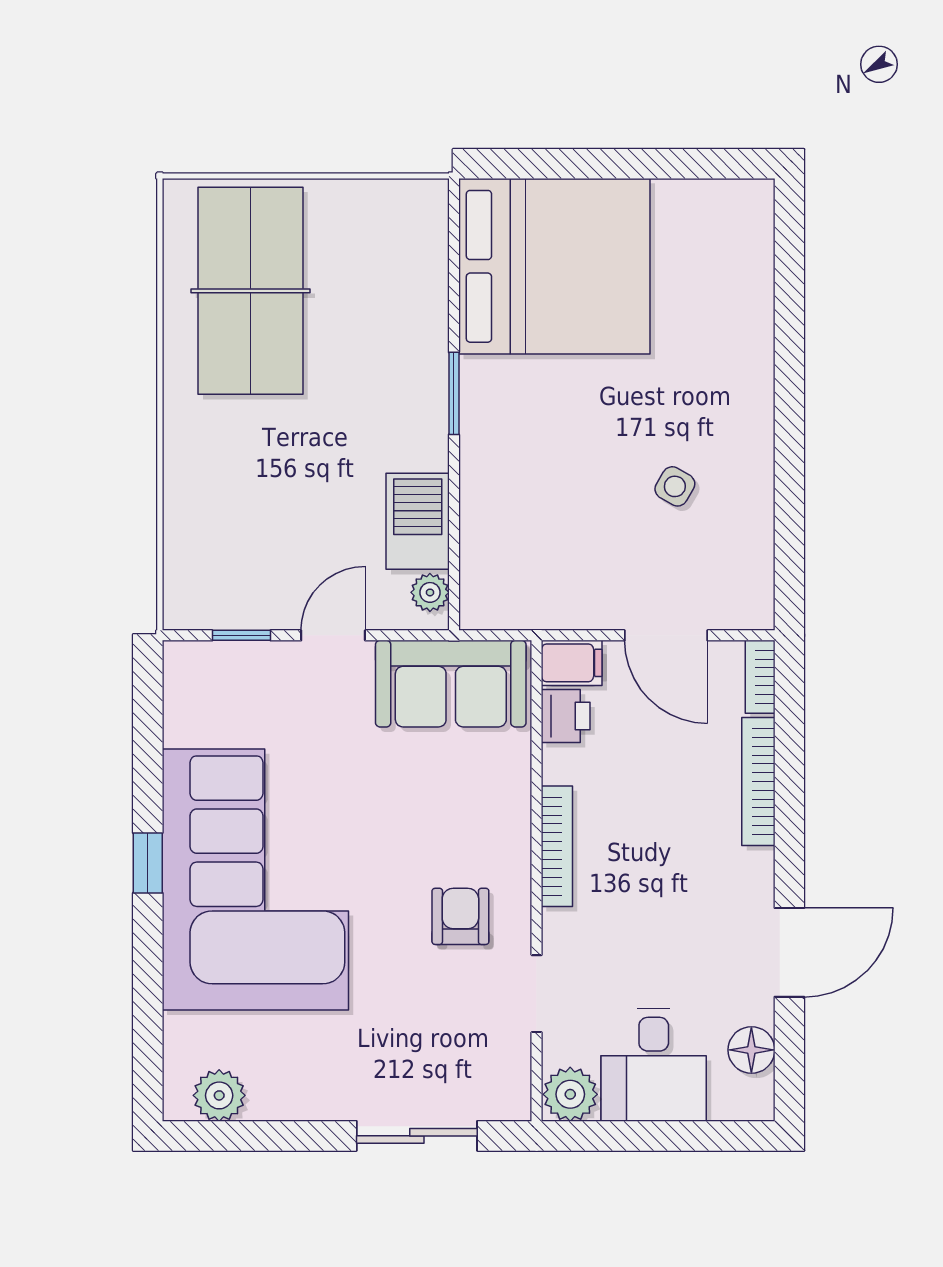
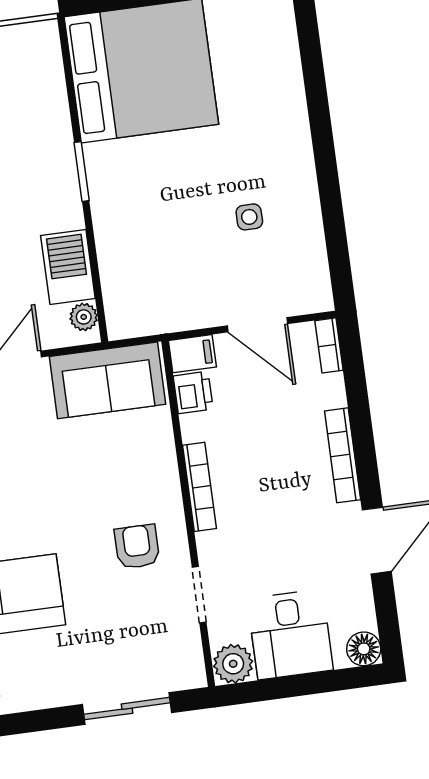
side table: (675, 486) -> (249, 217), turned -30
bookcase: (758, 781) -> (343, 455), moved
floor lamp: (751, 1050) -> (364, 649), moved

